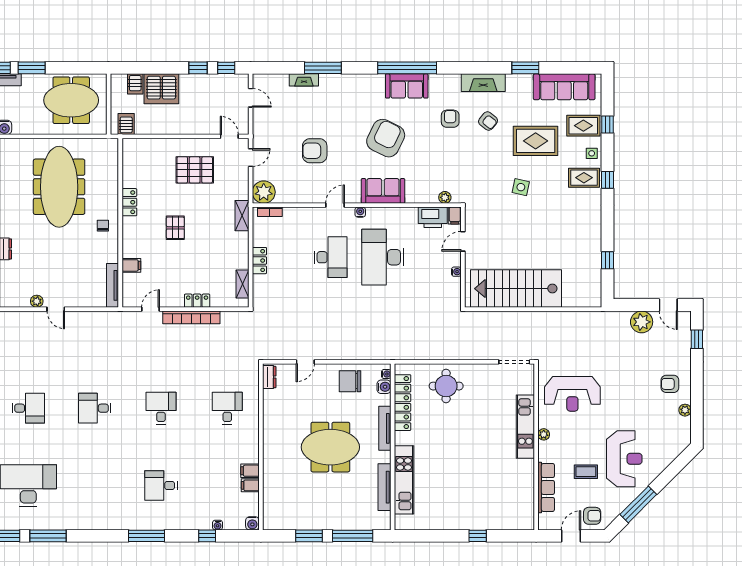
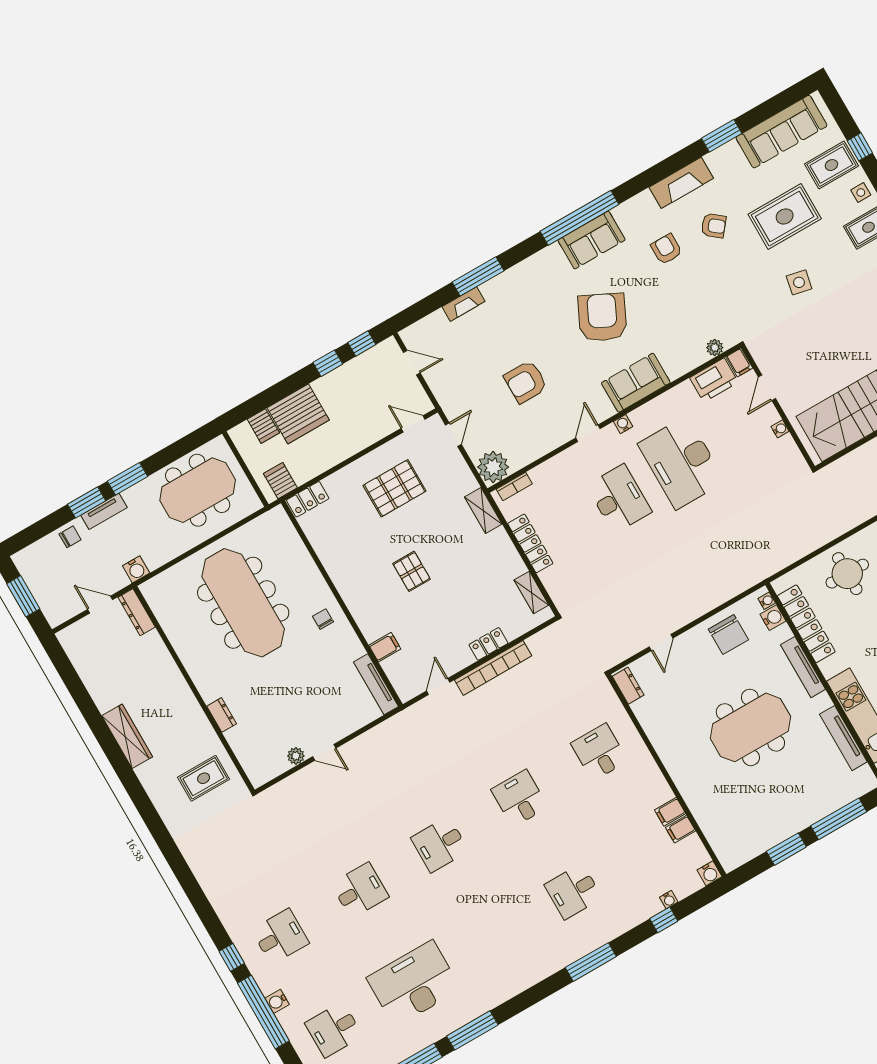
locker: (129, 202) -> (308, 499), moved, turned 90
locker: (259, 261) -> (530, 543), width x1.53
chair: (350, 381) -> (728, 634), turned -90

